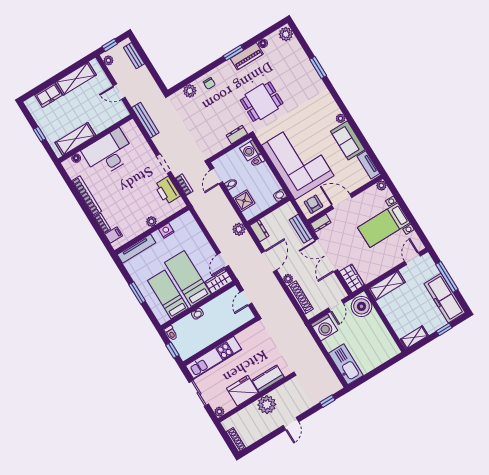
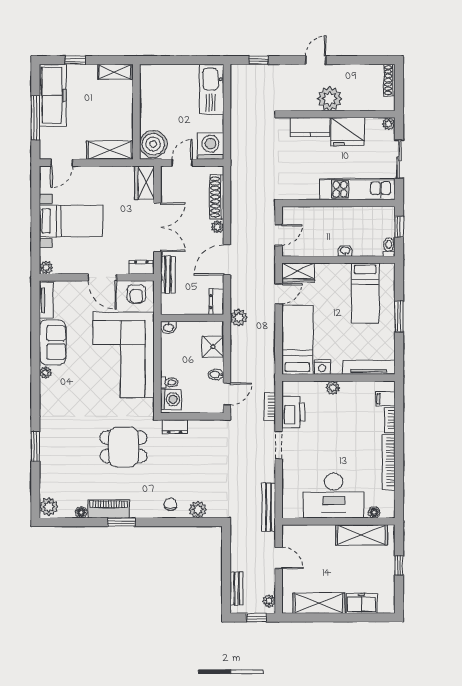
bed: (188, 278) -> (297, 340), moved, turned 180

